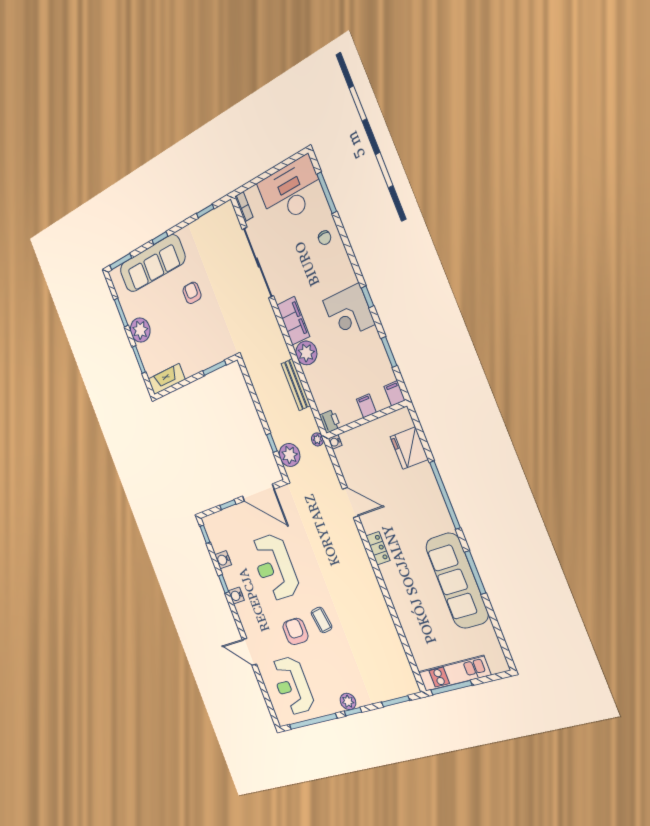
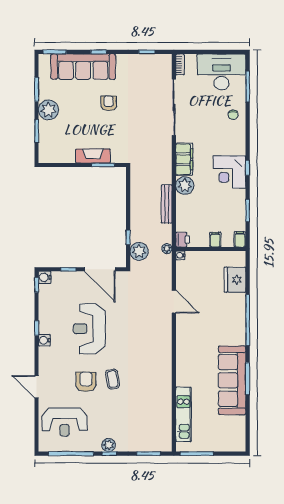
fireplace: (167, 379) -> (93, 156), moved
locker: (378, 548) -> (182, 341), removed
water cooler: (223, 560) -> (45, 277), moved
kitchen unit: (454, 673) -> (184, 414), moved, turned 90
reception desk: (292, 685) -> (65, 422), turned -90

